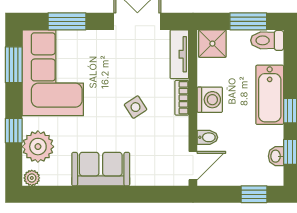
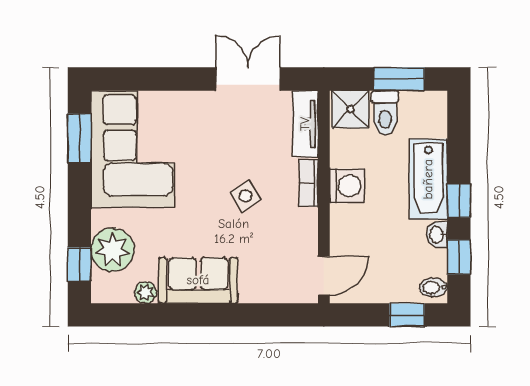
window: (67, 21) -> (152, 79), removed
toilet: (267, 40) -> (385, 113), moved, turned -90
window: (14, 131) -> (79, 264), moved
bidet: (207, 137) -> (433, 287), moved, turned 180
washbasin: (276, 156) -> (437, 235), moved
plant: (32, 178) -> (145, 292), moved

